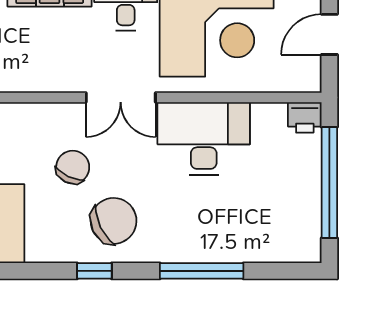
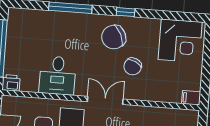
desk: (204, 138) -> (57, 75), width x0.73

